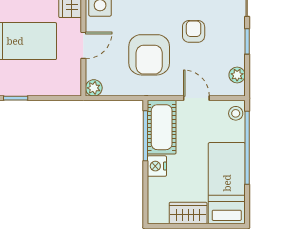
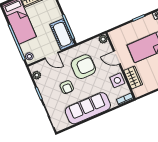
door: (83, 45) -> (117, 58), hinge flipped
armchair: (149, 55) -> (83, 67), turned 90
nightstand: (157, 166) -> (56, 15), removed

